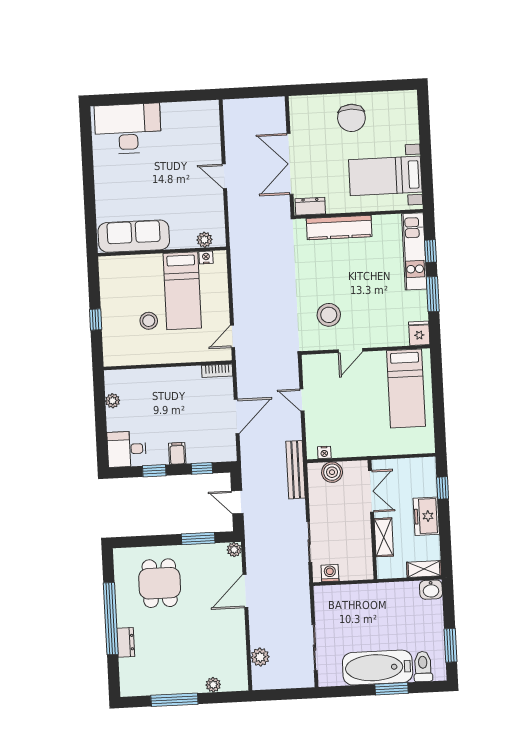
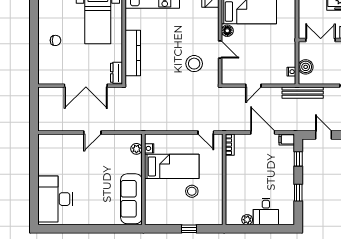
chair: (351, 118) -> (56, 40), width x0.54, depth x0.54
floor lamp: (377, 359) -> (227, 31), added
desk: (127, 449) -> (266, 211), moved
filing cabinet: (177, 453) -> (287, 139), moved
door: (237, 502) -> (323, 135), swing flipped

